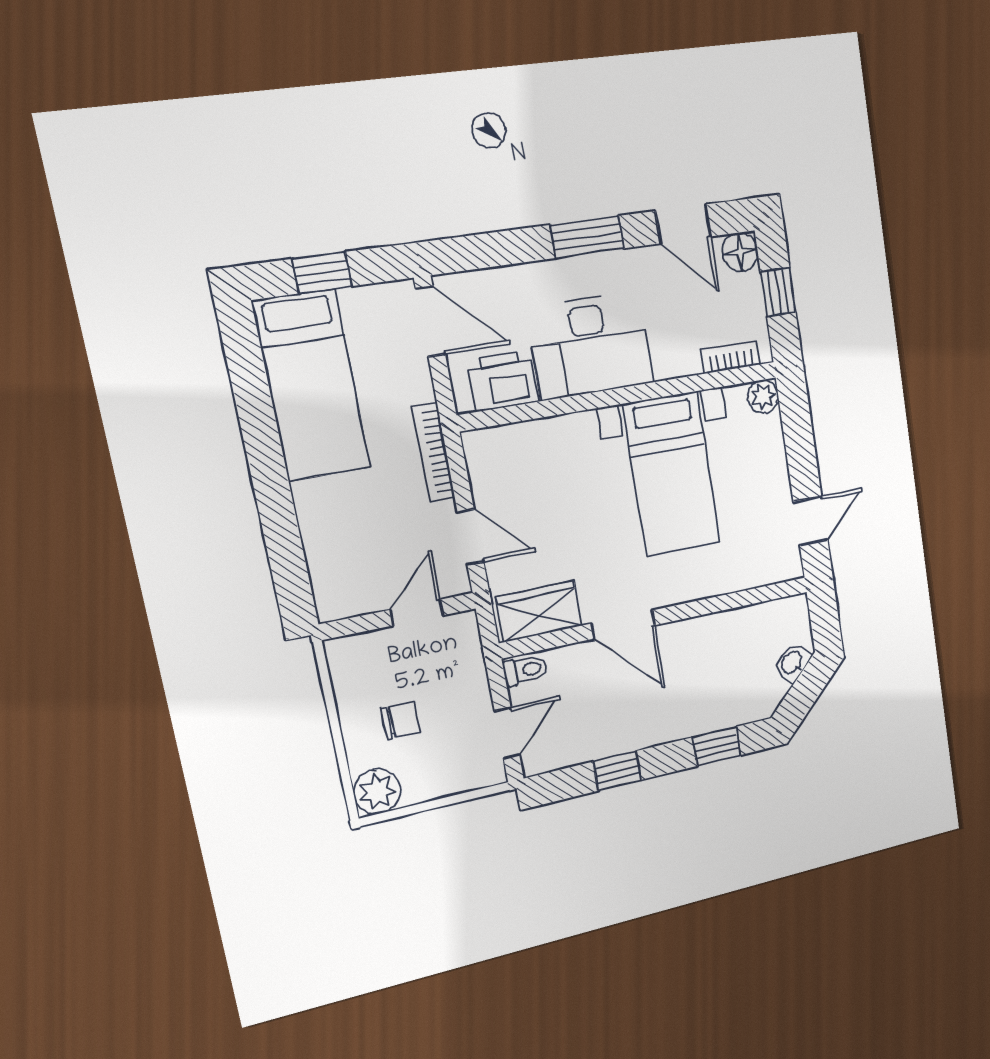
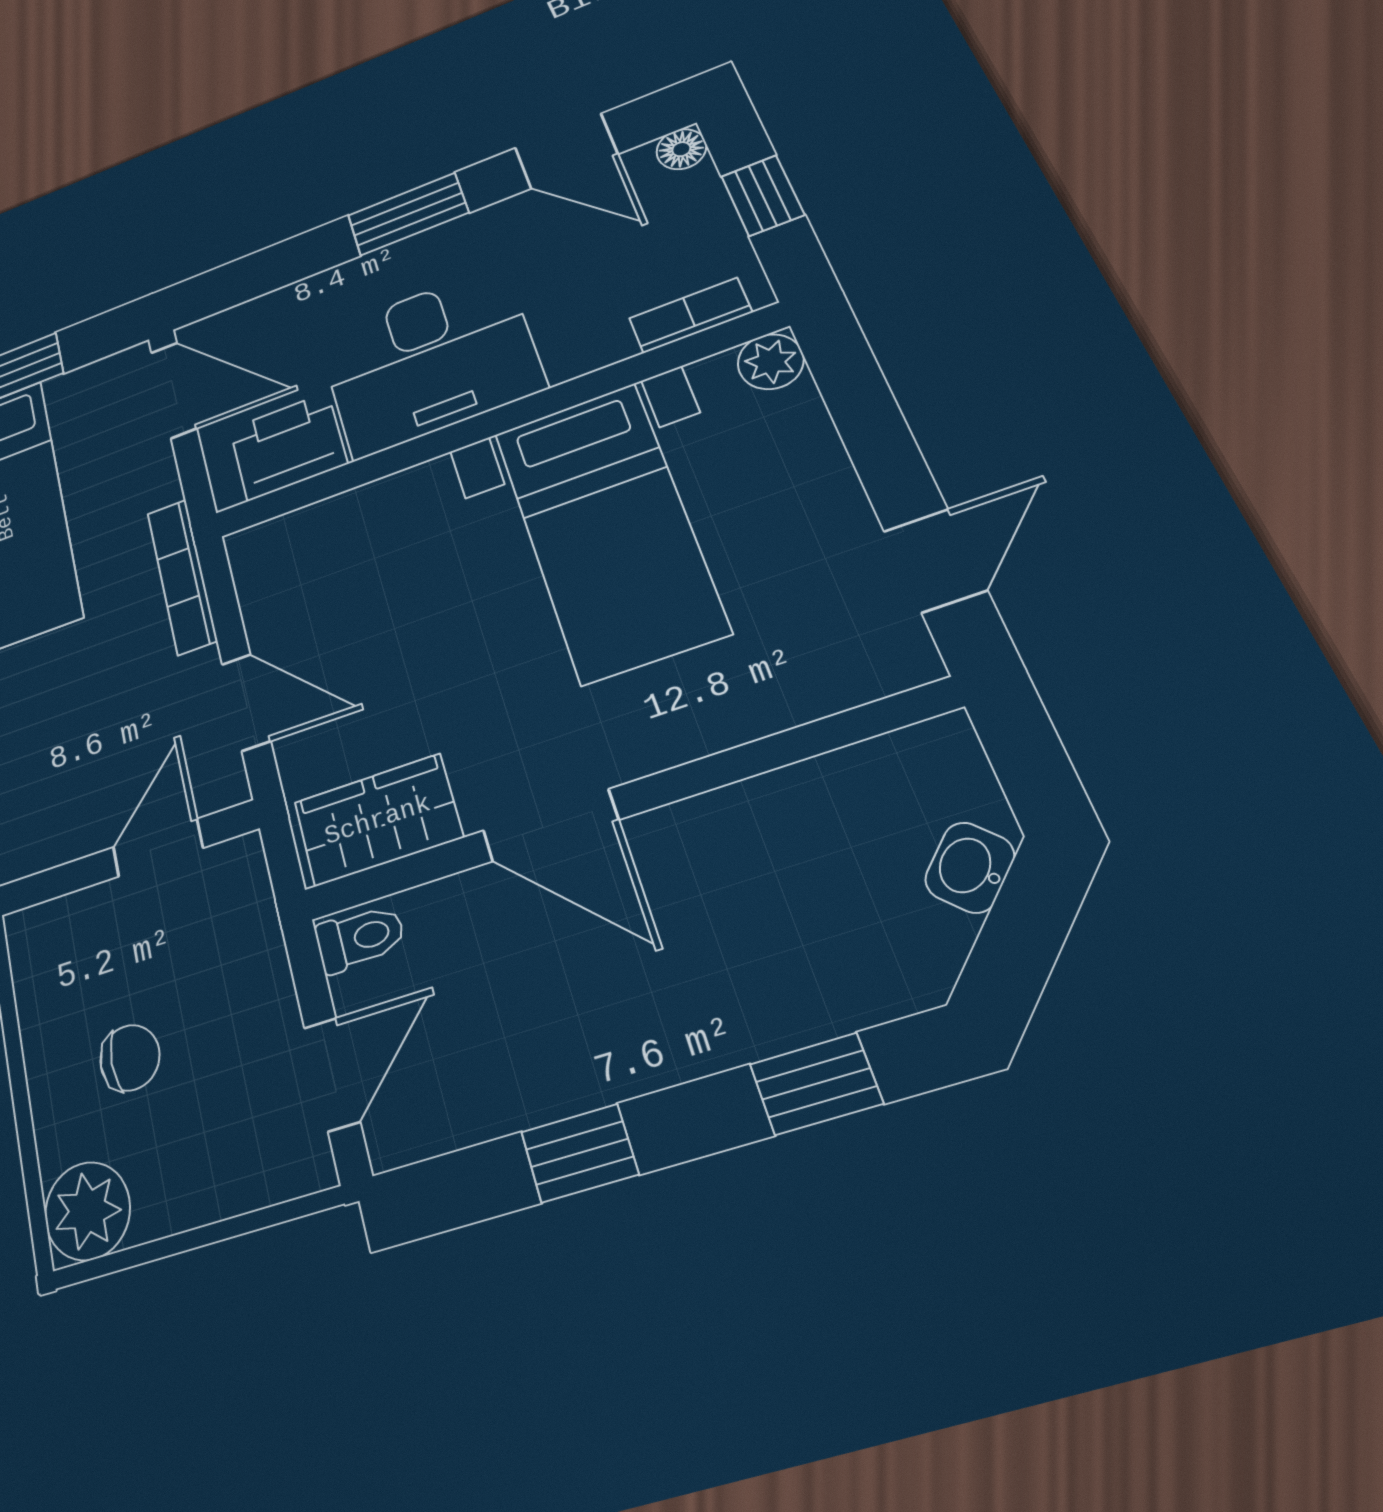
floor lamp: (740, 252) -> (681, 149), width x0.73, depth x0.73

